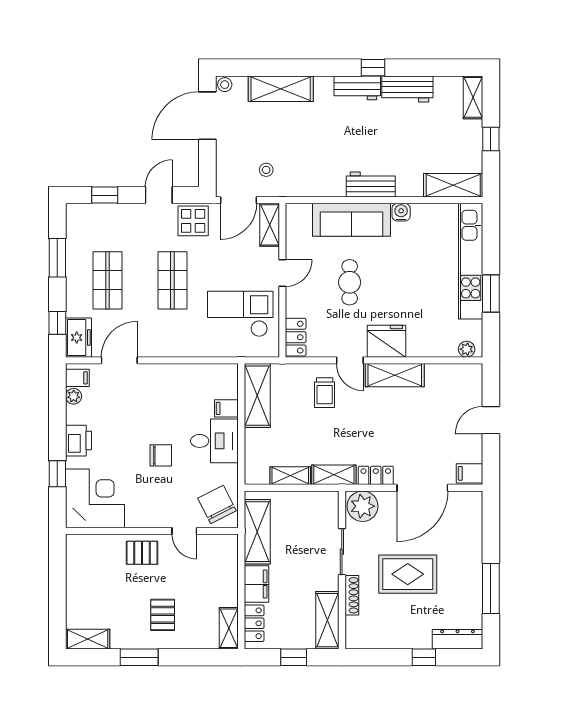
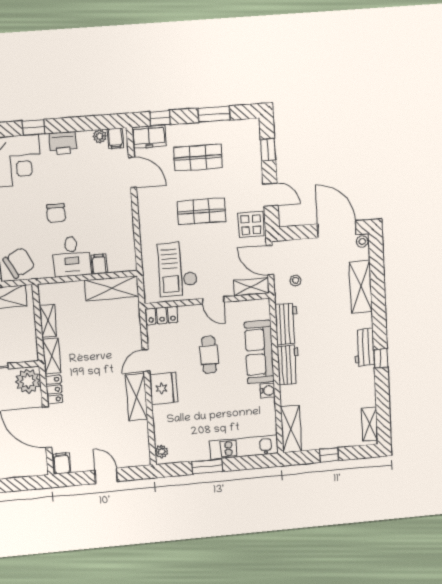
workbench: (407, 89) -> (286, 324), moved, turned 180
shelving: (473, 97) -> (369, 424), moved, turned 90
kitchen unit: (471, 261) -> (244, 447), width x0.73
cafe table: (350, 282) -> (209, 355), turned 90
checkout: (240, 314) -> (178, 269), turned 180
trolley: (325, 393) -> (118, 343), removed

